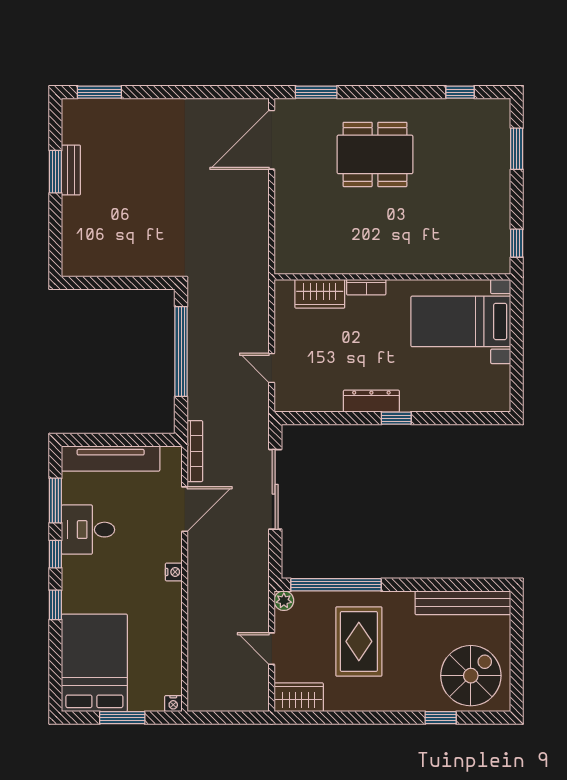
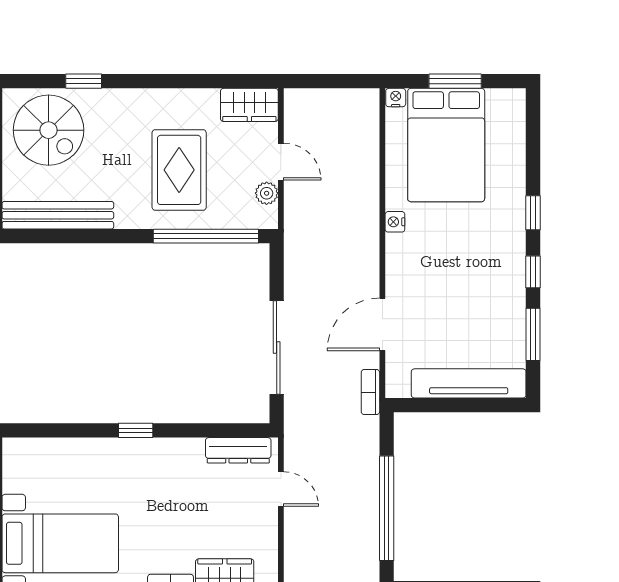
dresser: (371, 401) -> (238, 450), moved
bookcase: (195, 451) -> (370, 392), width x0.64
desk: (88, 530) -> (495, 300), removed
nightstand: (174, 572) -> (395, 222), moved
plant: (284, 601) -> (267, 193), moved
bed: (94, 663) -> (446, 145), moved
spiral stairs: (471, 676) -> (49, 130), turned -90

